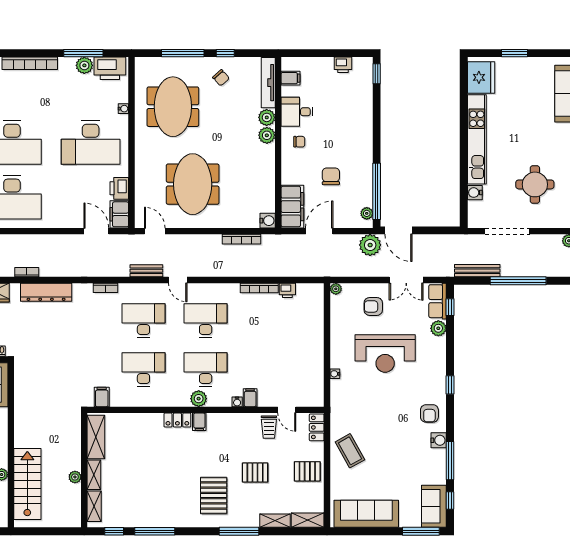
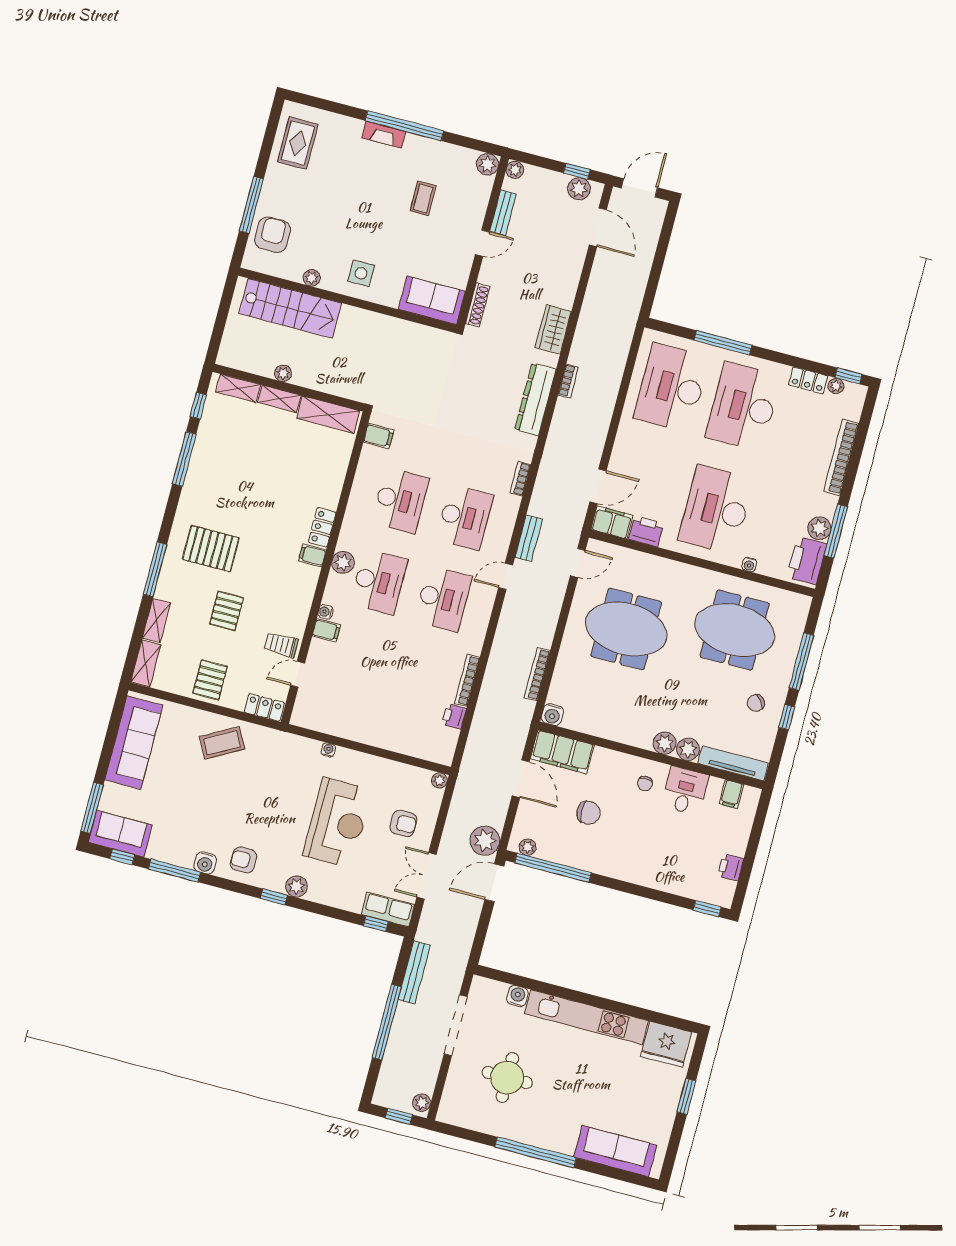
armchair: (373, 306) -> (403, 823), turned 90
plant: (438, 328) -> (296, 886), moved
reception desk: (385, 354) -> (337, 823), turned 180

